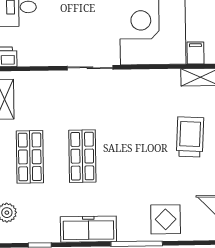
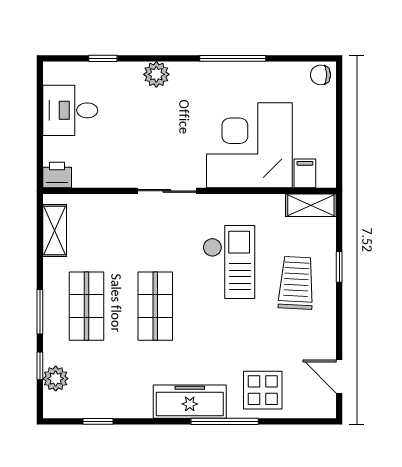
checkout: (138, 122) -> (229, 262), added
freezer: (88, 229) -> (190, 402), moved

